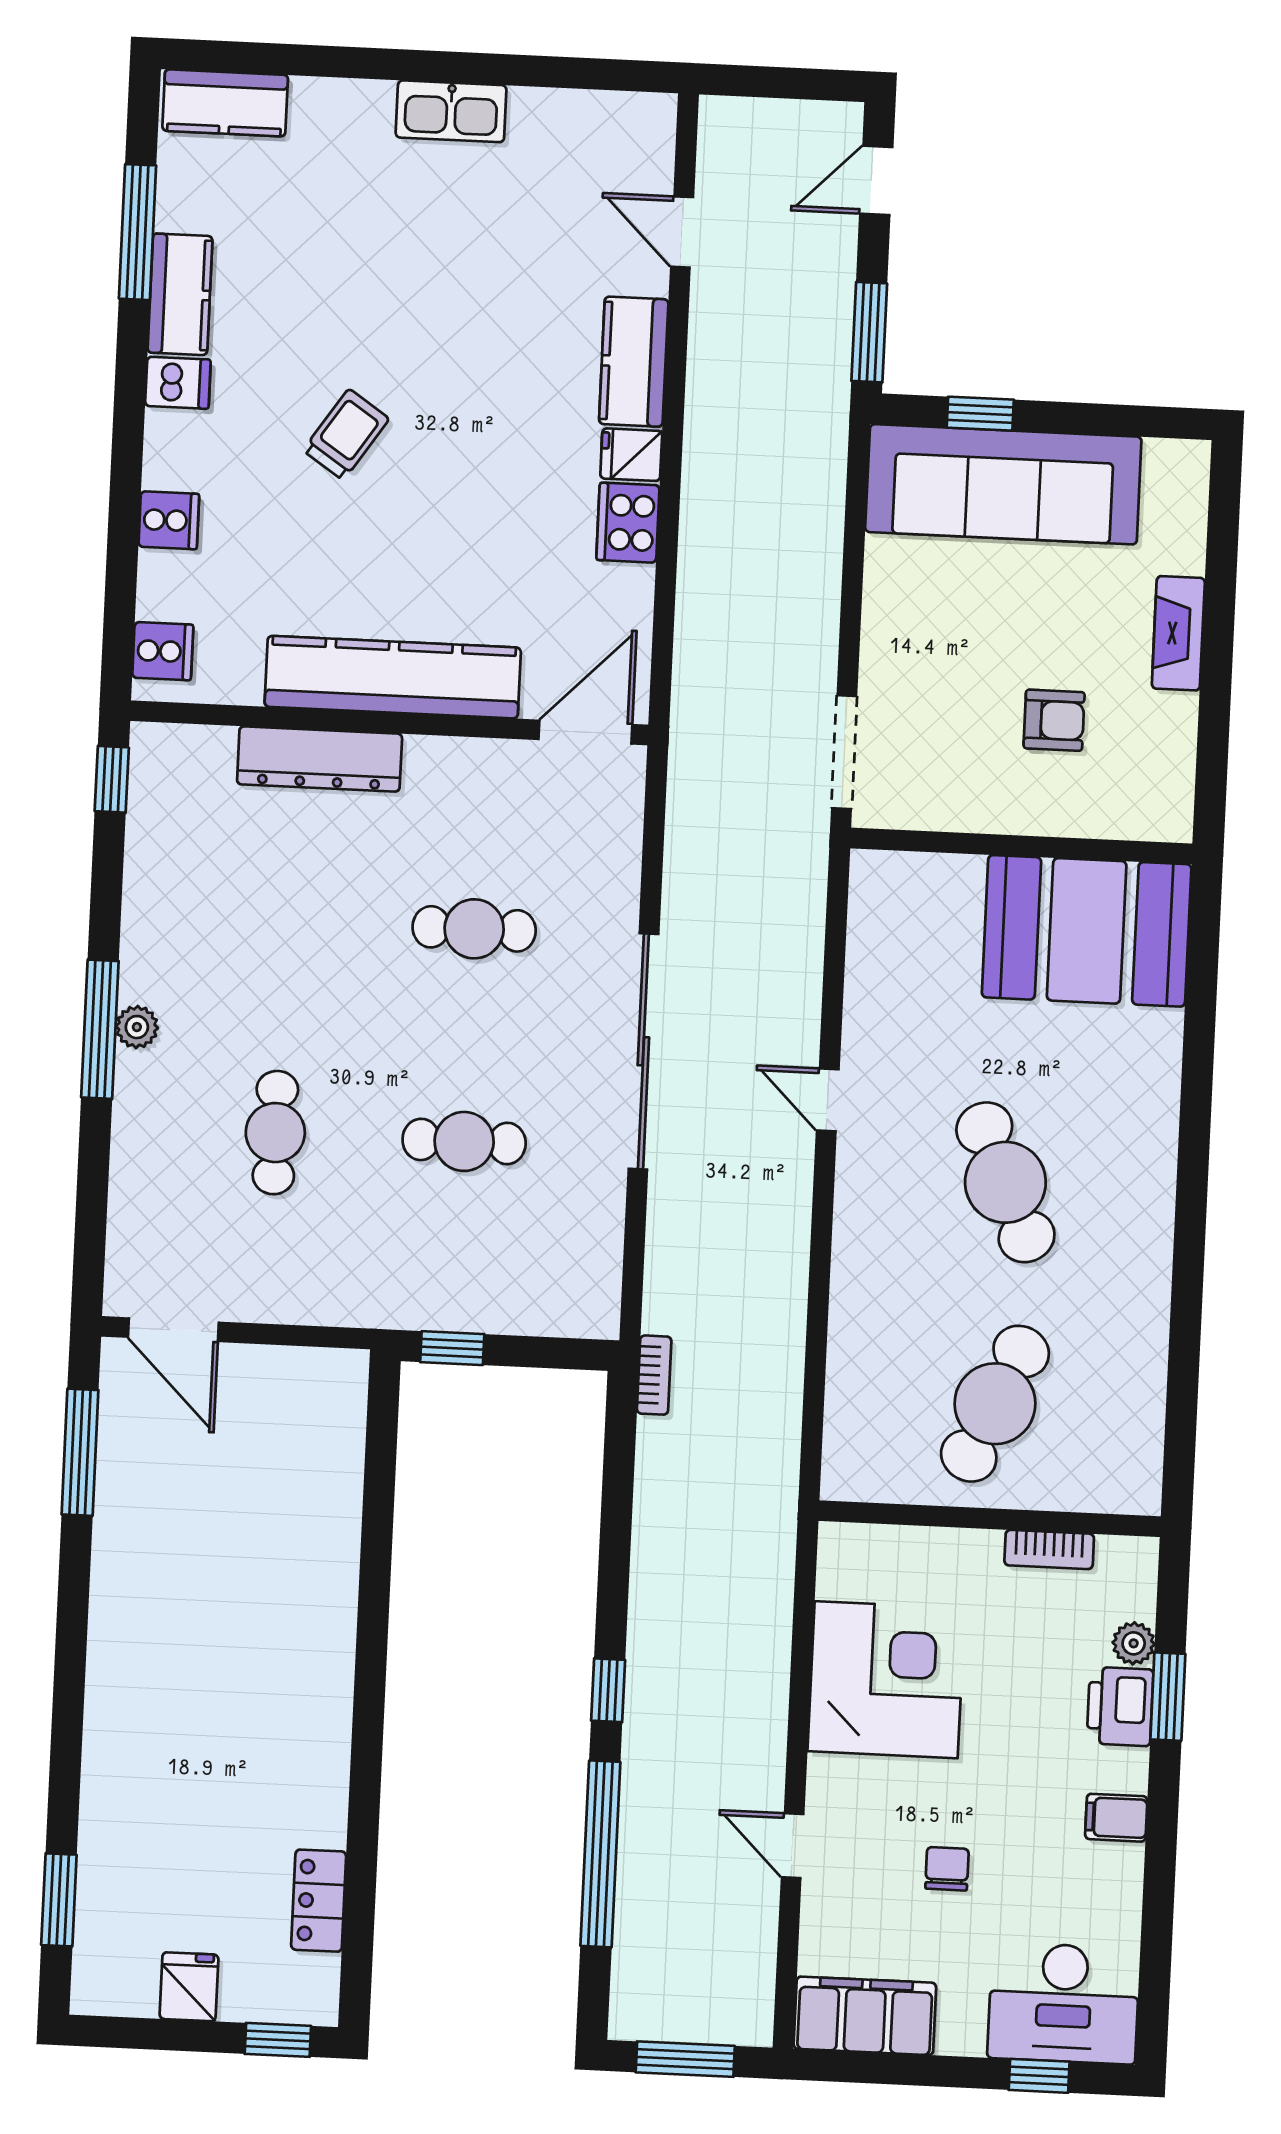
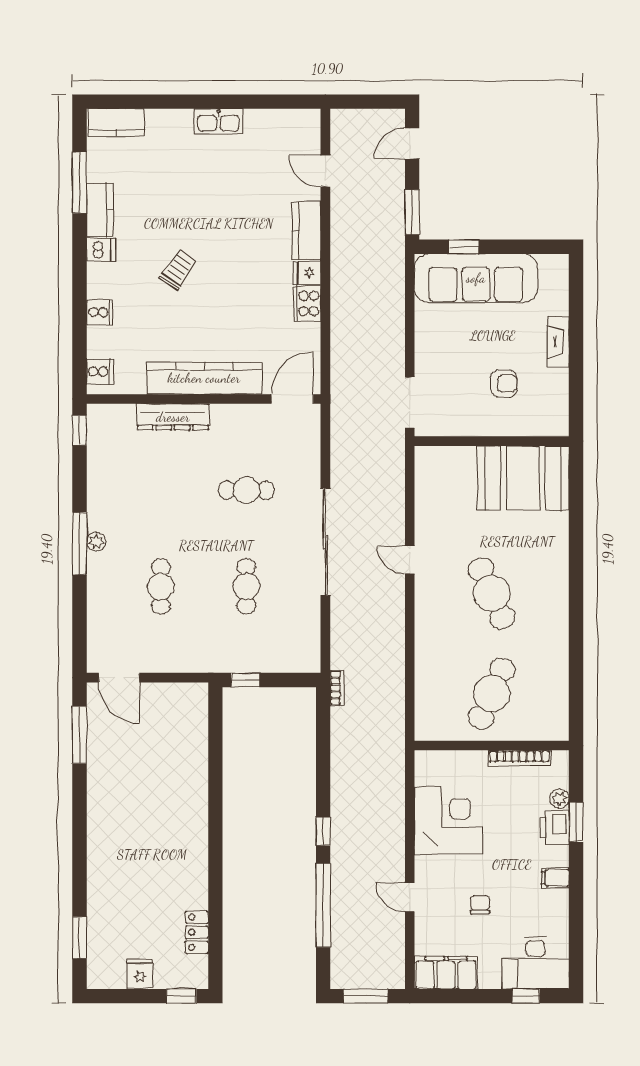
cafe table: (464, 1141) -> (246, 586), turned 90
bookcase: (1049, 1550) -> (519, 758), width x1.56

